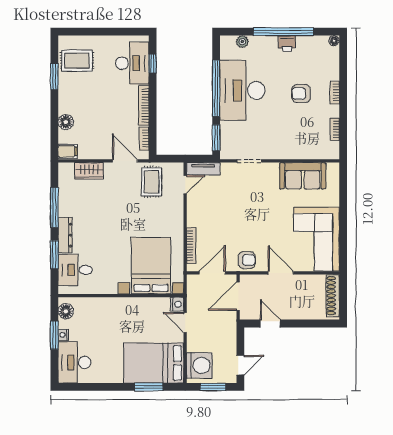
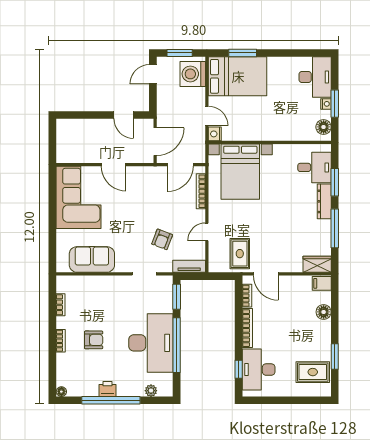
wardrobe: (89, 171) -> (317, 264), moved
door: (185, 185) -> (207, 232), moved
armchair: (247, 260) -> (162, 239), moved, turned -69
shoe rack: (333, 296) -> (63, 142), removed

